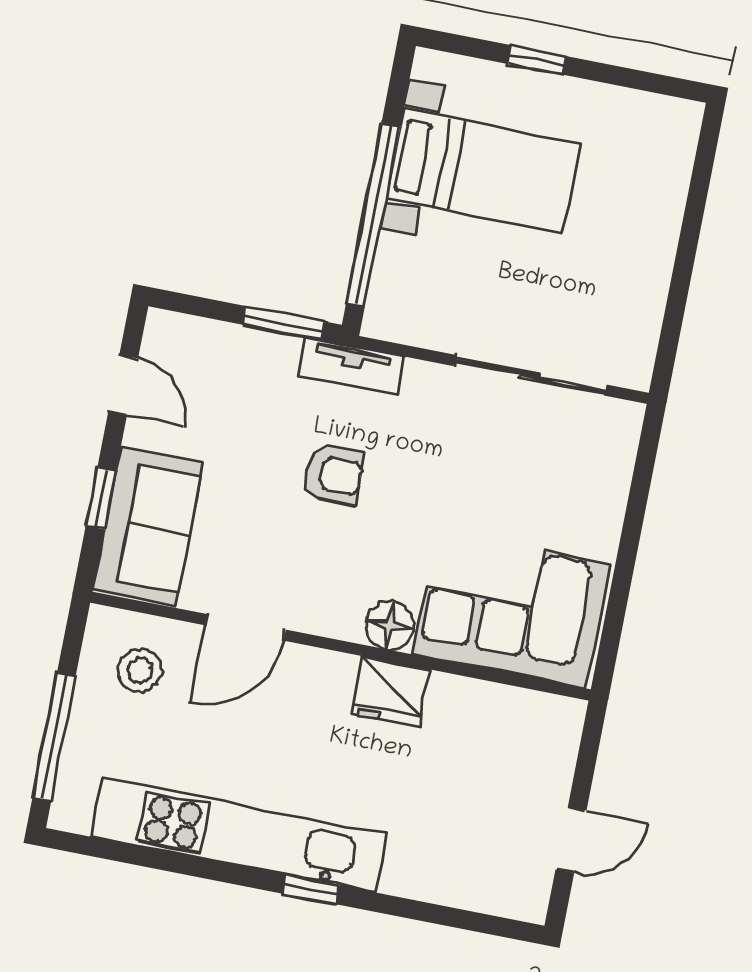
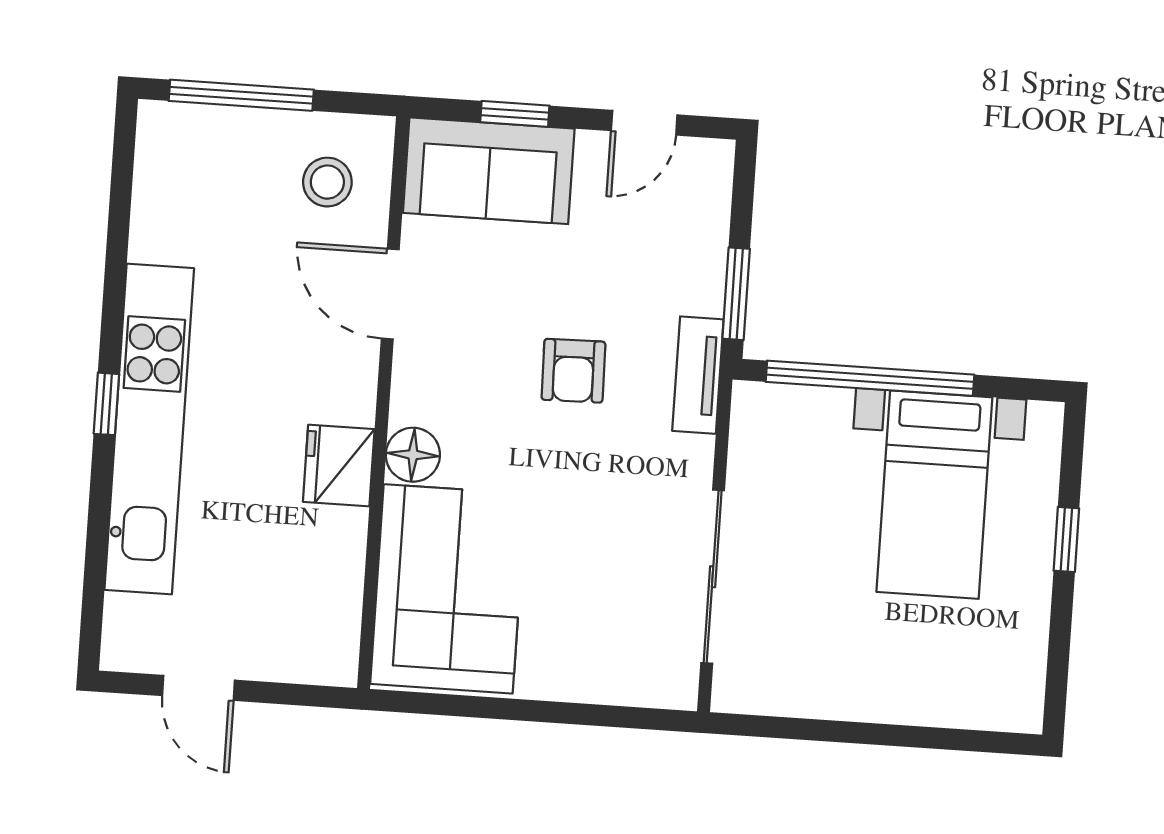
kitchen unit: (239, 835) -> (149, 429), moved

